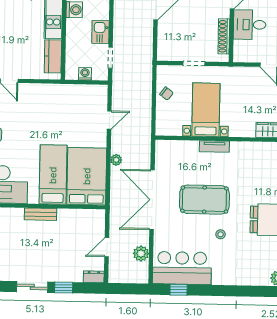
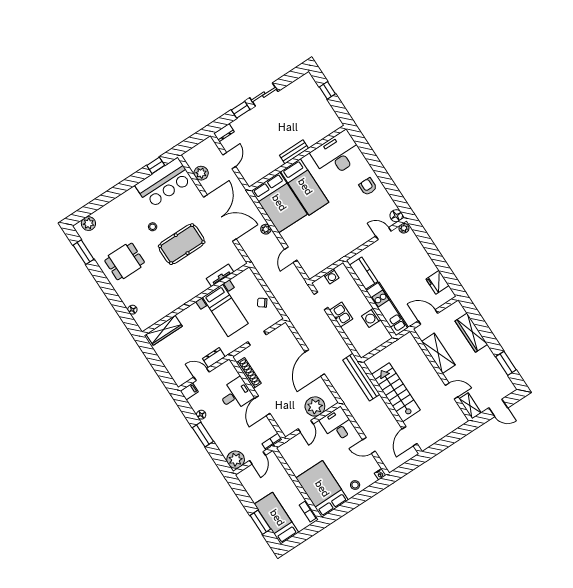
dresser: (247, 73) -> (214, 358), added
tv unit: (214, 147) -> (220, 275), moved

